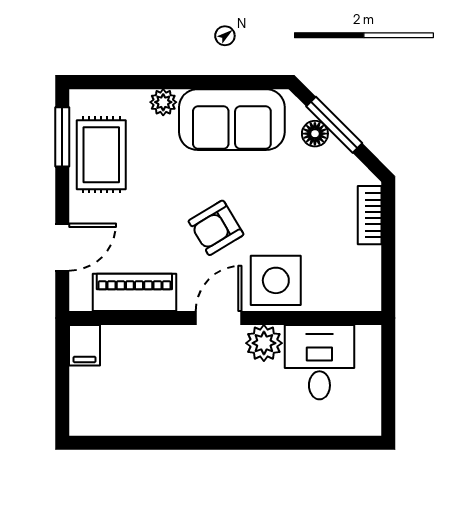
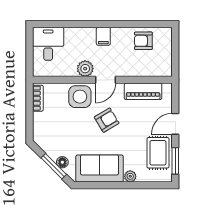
bookcase: (370, 215) -> (38, 98), moved
door: (62, 247) -> (175, 124), moved
filing cabinet: (84, 345) -> (103, 36), moved, turned 180
desk: (319, 362) -> (48, 44), moved, turned 180
armchair: (134, 405) -> (143, 41), added

